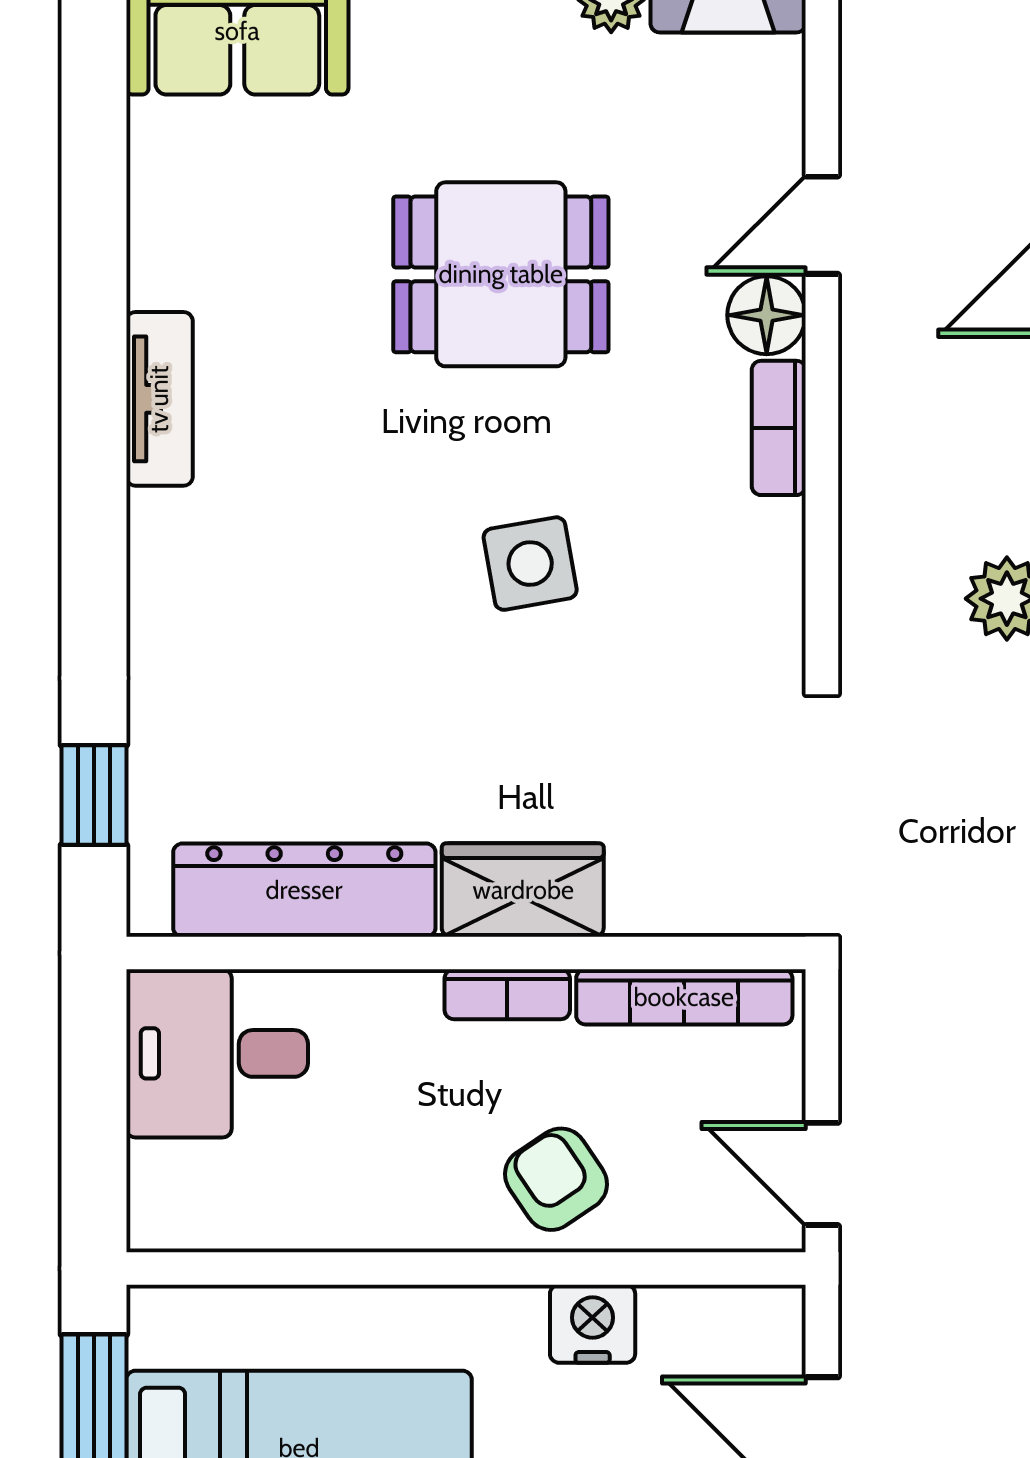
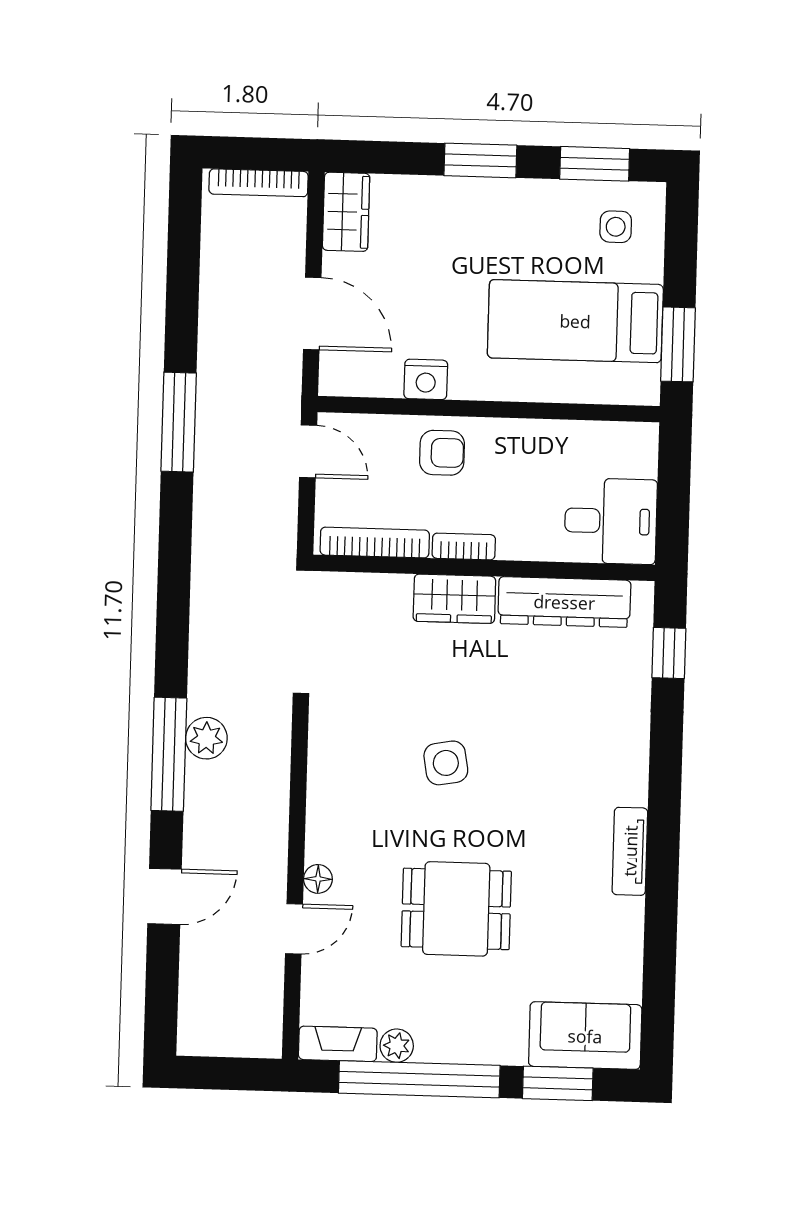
floor lamp: (767, 315) -> (318, 879), width x0.73, depth x0.73
bookcase: (779, 428) -> (319, 827), removed
armchair: (556, 1179) -> (442, 453), turned -56

